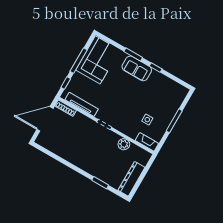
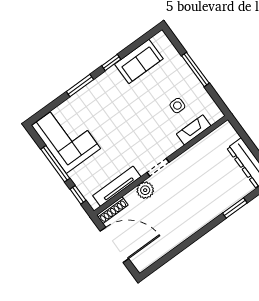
sofa: (137, 68) -> (139, 61), moved
door: (45, 119) -> (114, 245), swing flipped
fireplace: (147, 142) -> (194, 130), moved
plant: (124, 144) -> (145, 190), moved

